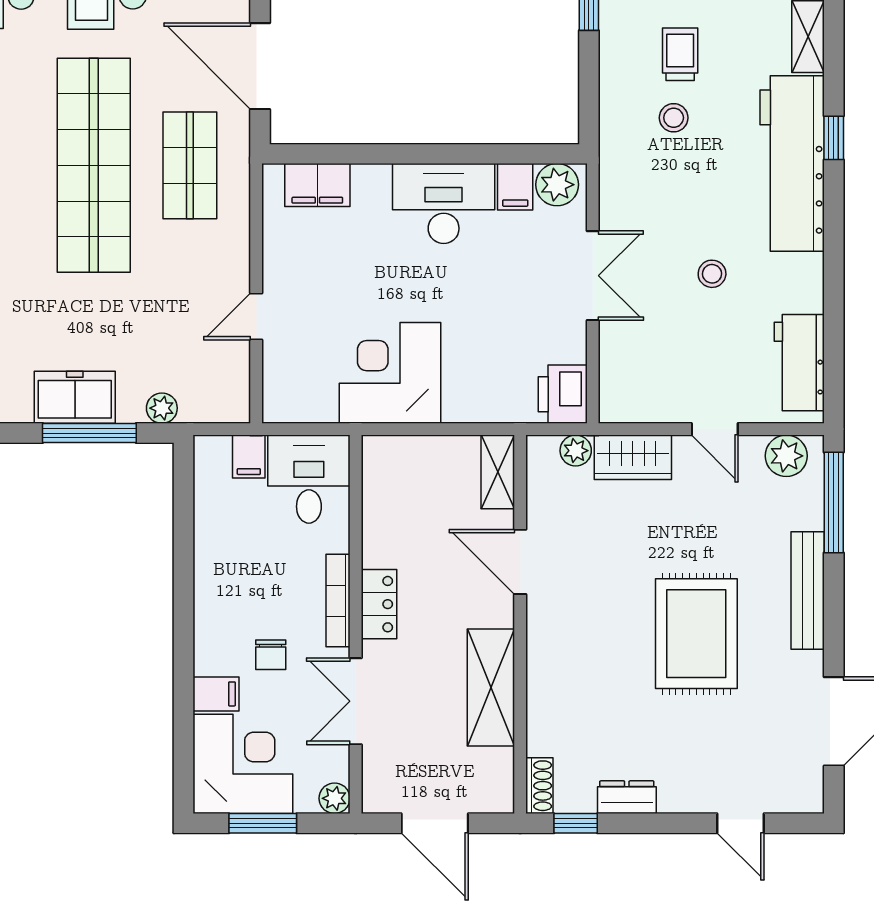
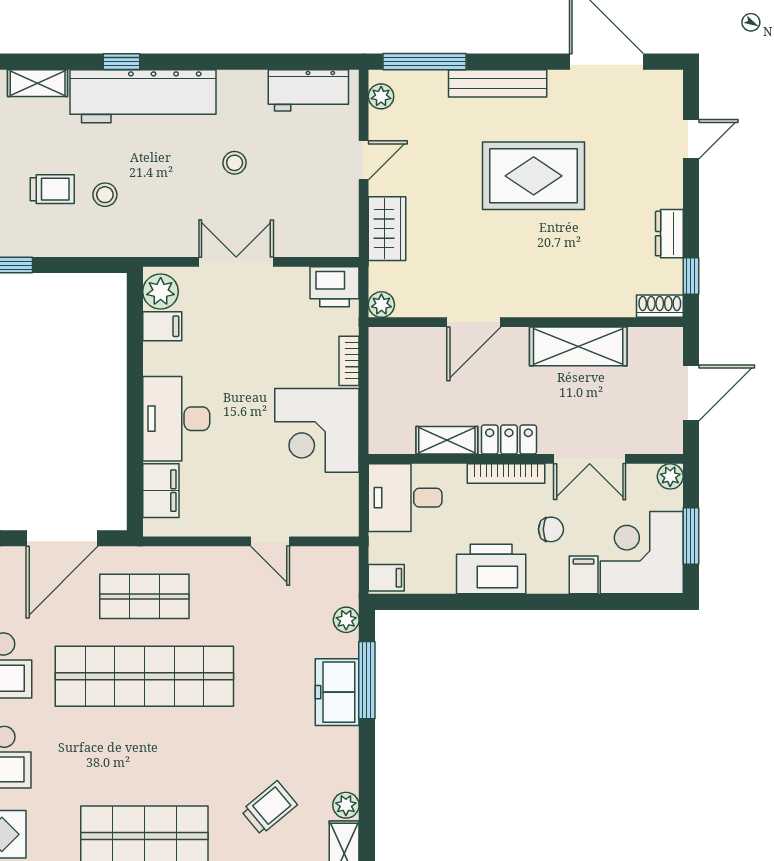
trolley: (680, 54) -> (52, 189), turned 180
desk: (444, 204) -> (176, 419), moved
bookcase: (474, 412) -> (349, 361), added
plant: (576, 451) -> (381, 305), moved
filing cabinet: (249, 456) -> (386, 578), moved
plant: (786, 456) -> (381, 96), width x0.73, depth x0.73
shelving: (498, 472) -> (447, 440), moved
printer: (223, 583) -> (491, 569), added

